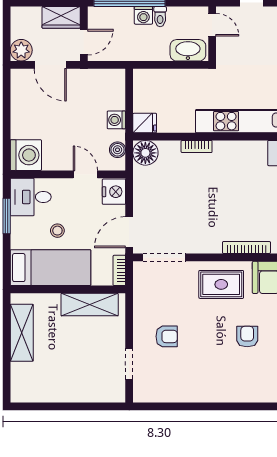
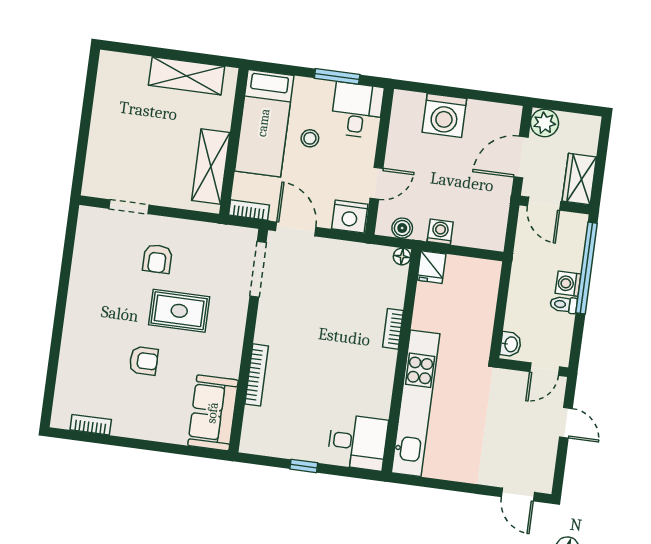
washbasin: (188, 50) -> (511, 344), width x0.52, depth x0.69
floor lamp: (145, 153) -> (402, 257), width x0.53, depth x0.53
washing machine: (26, 155) -> (444, 115), moved
rug: (221, 284) -> (179, 311), moved, turned 90

